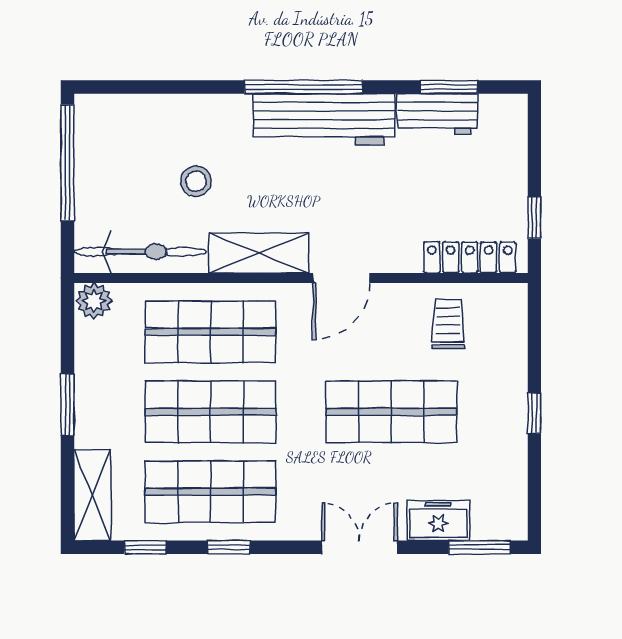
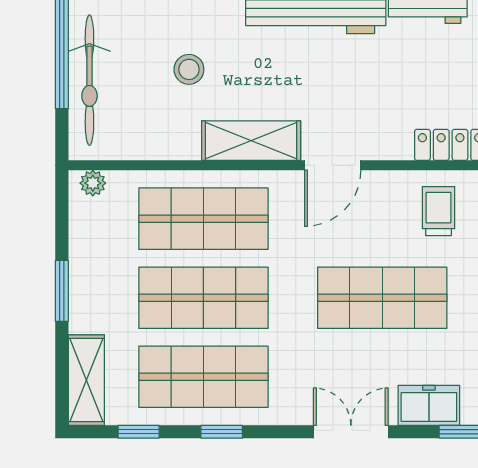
bicycle: (140, 252) -> (89, 80), moved, turned 90
plant: (94, 301) -> (93, 183), width x0.73, depth x0.73

